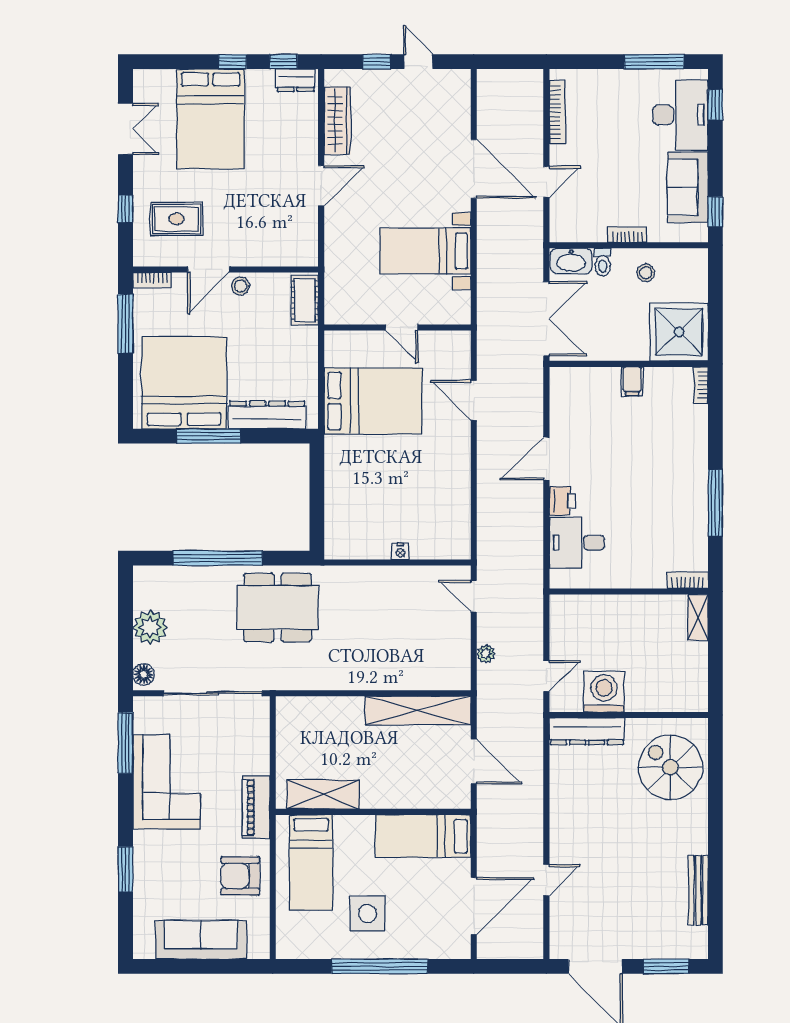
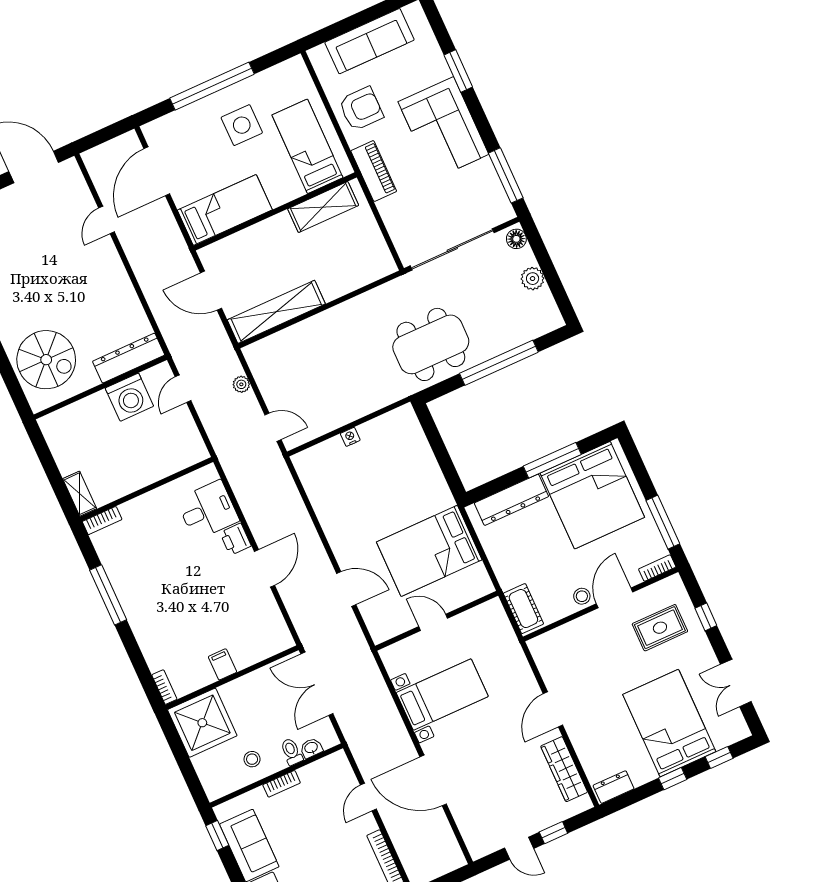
window: (284, 62) -> (719, 758), moved
washbasin: (571, 261) -> (311, 748), width x0.52, depth x0.69
plant: (150, 627) -> (533, 279), width x0.73, depth x0.73
corner sofa: (166, 782) -> (443, 128), moved

